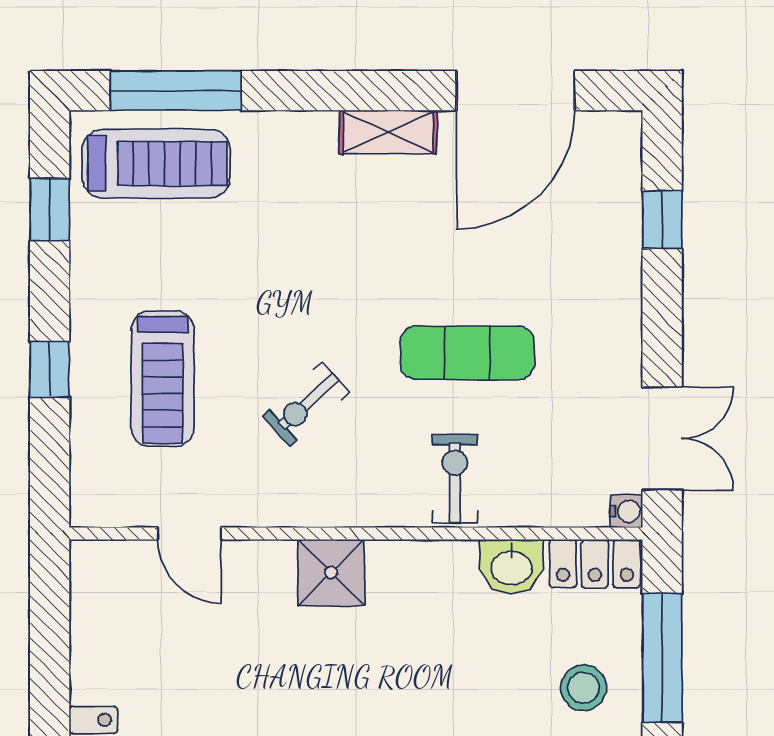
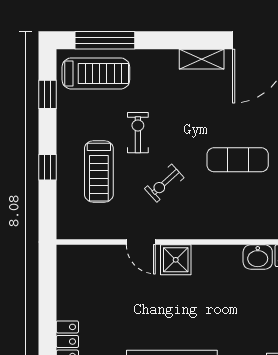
exercise bike: (455, 479) -> (138, 133), moved
door: (190, 534) -> (141, 242), moved

